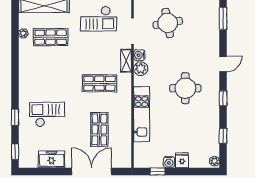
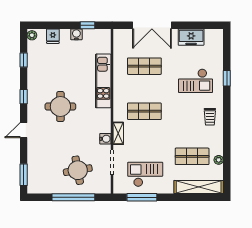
plant: (141, 69) -> (104, 126), removed
trolley: (32, 78) -> (210, 117), added
shop shelf: (99, 130) -> (144, 66), turned 90
window: (15, 152) -> (227, 44), removed
fridge: (182, 160) -> (53, 36), moved

